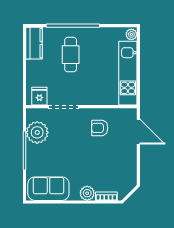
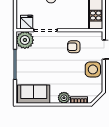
plant: (37, 132) -> (25, 40), moved
side table: (124, 157) -> (93, 69), added

